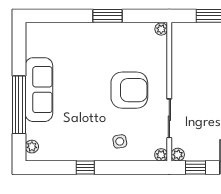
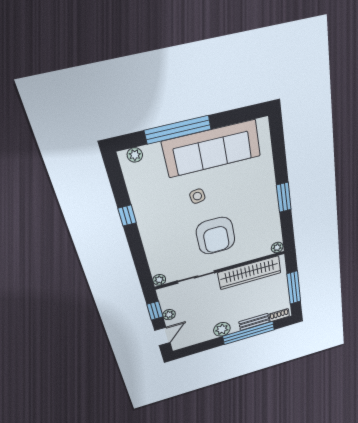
wardrobe: (182, 62) -> (250, 273), added
sofa: (39, 90) -> (212, 149), width x1.36, depth x1.27
side table: (120, 141) -> (197, 196), moved
plant: (178, 155) -> (169, 315), moved

